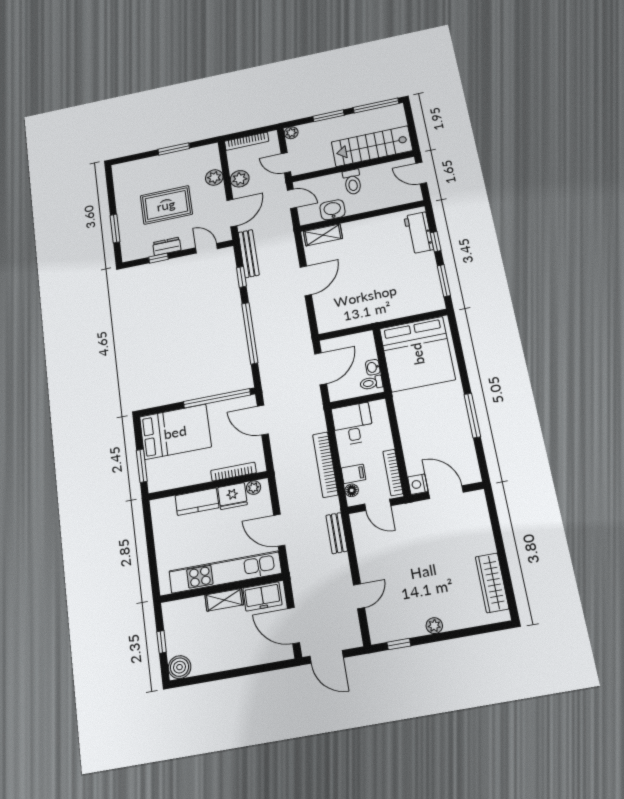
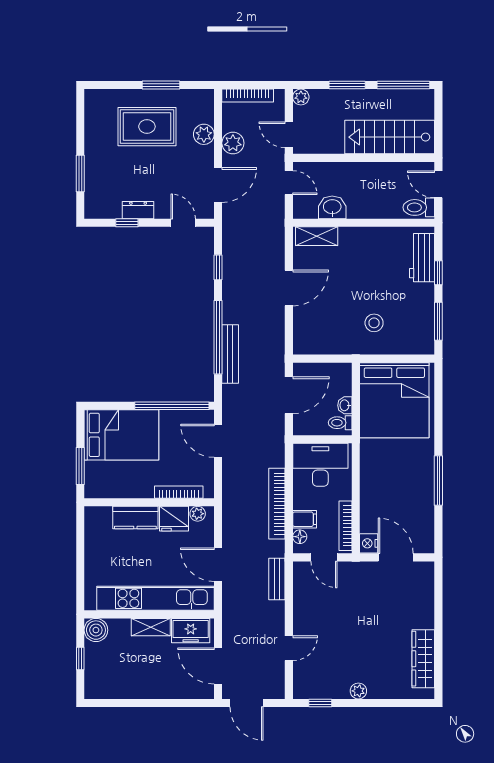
toilet: (352, 182) -> (419, 207), moved, turned 90
rug: (166, 205) -> (147, 127), moved
bench: (249, 254) -> (230, 354), moved
stool: (386, 294) -> (374, 323), added
desk: (353, 424) -> (320, 465), width x1.37
boiler: (180, 667) -> (96, 630), moved

